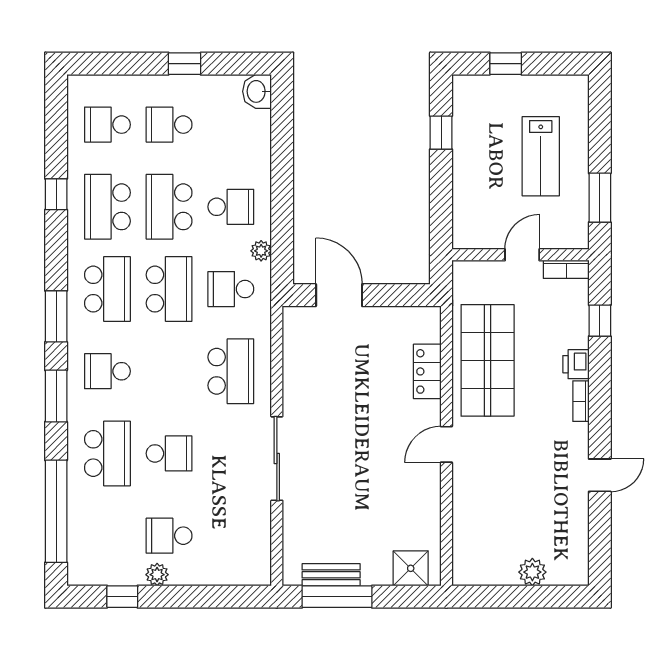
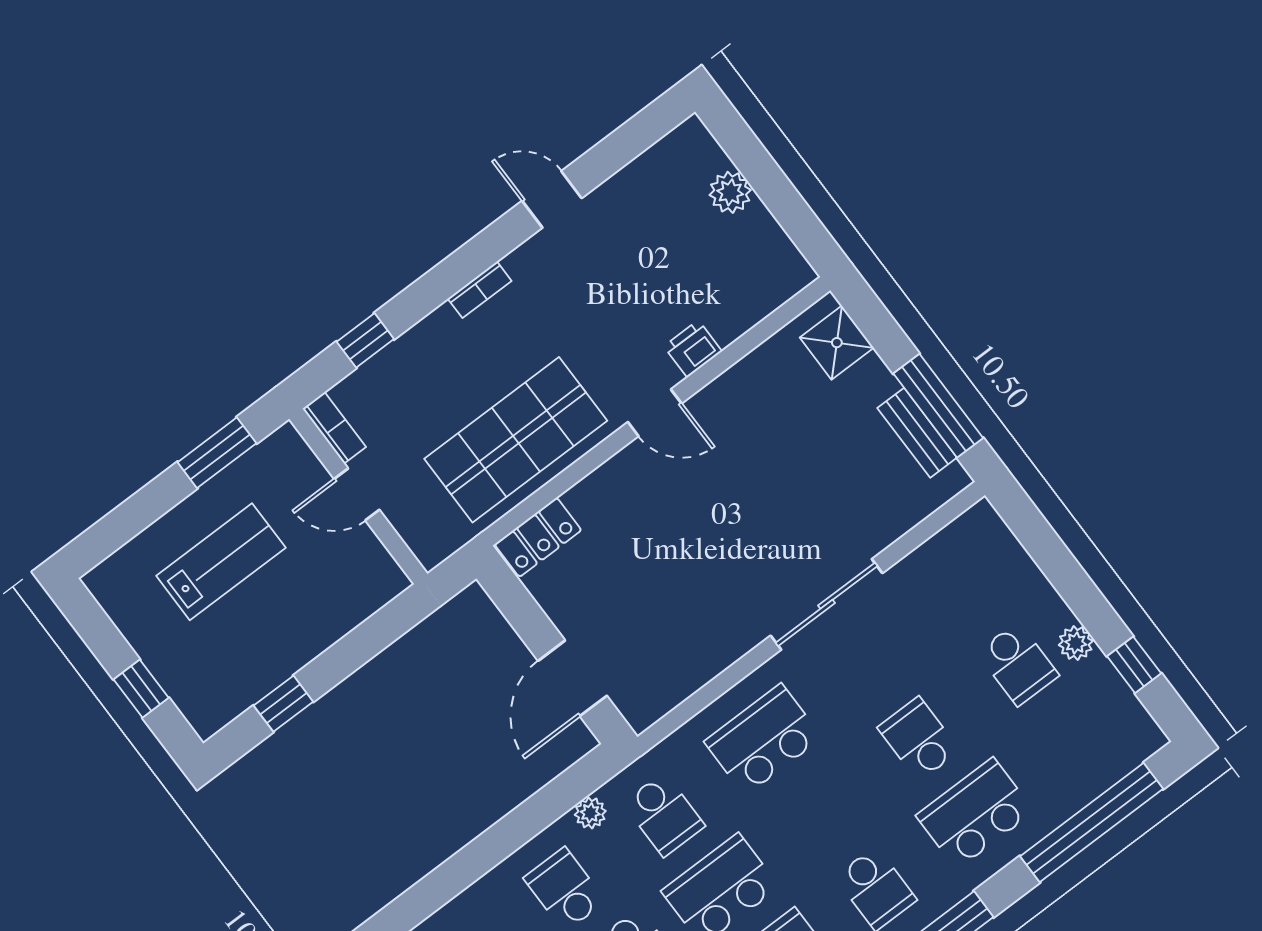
printer: (576, 364) -> (693, 349), moved, turned 180
locker: (427, 371) -> (538, 537), moved

